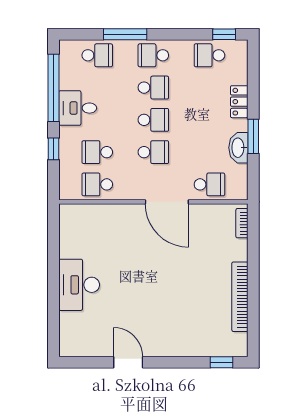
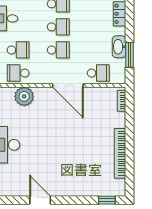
window: (253, 136) -> (130, 55), moved
school desk: (97, 152) -> (18, 50), turned 180
plant: (106, 217) -> (24, 96), added

